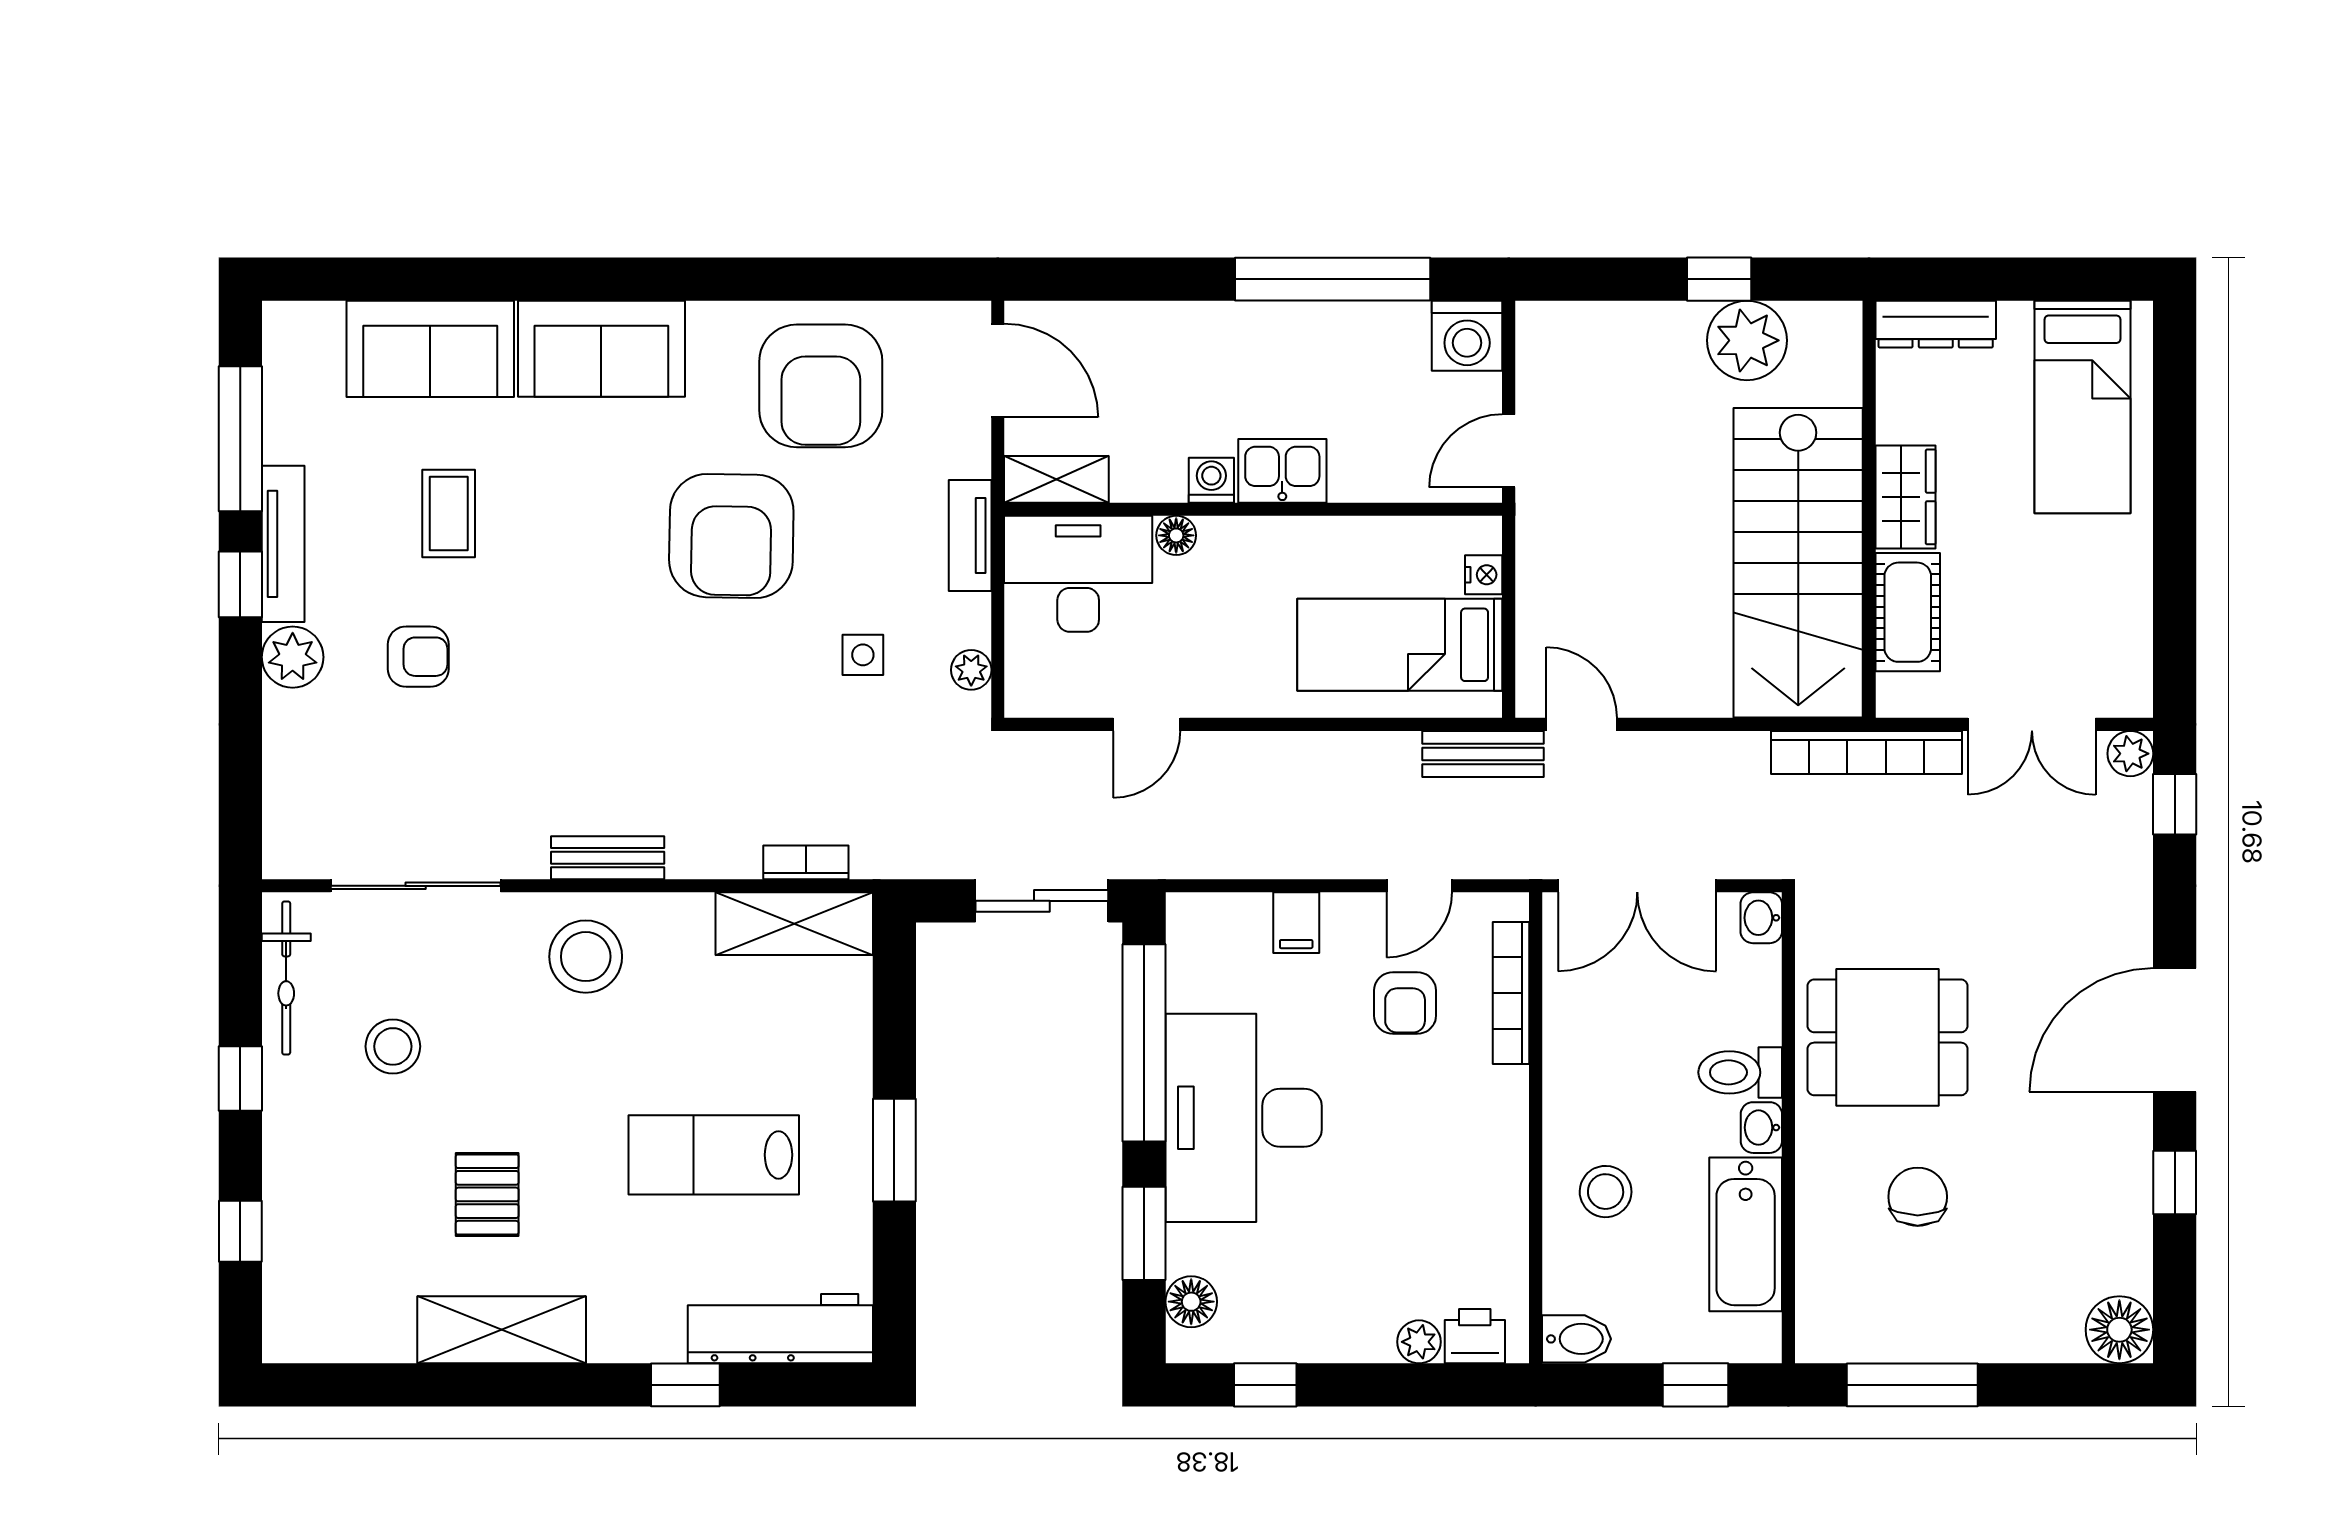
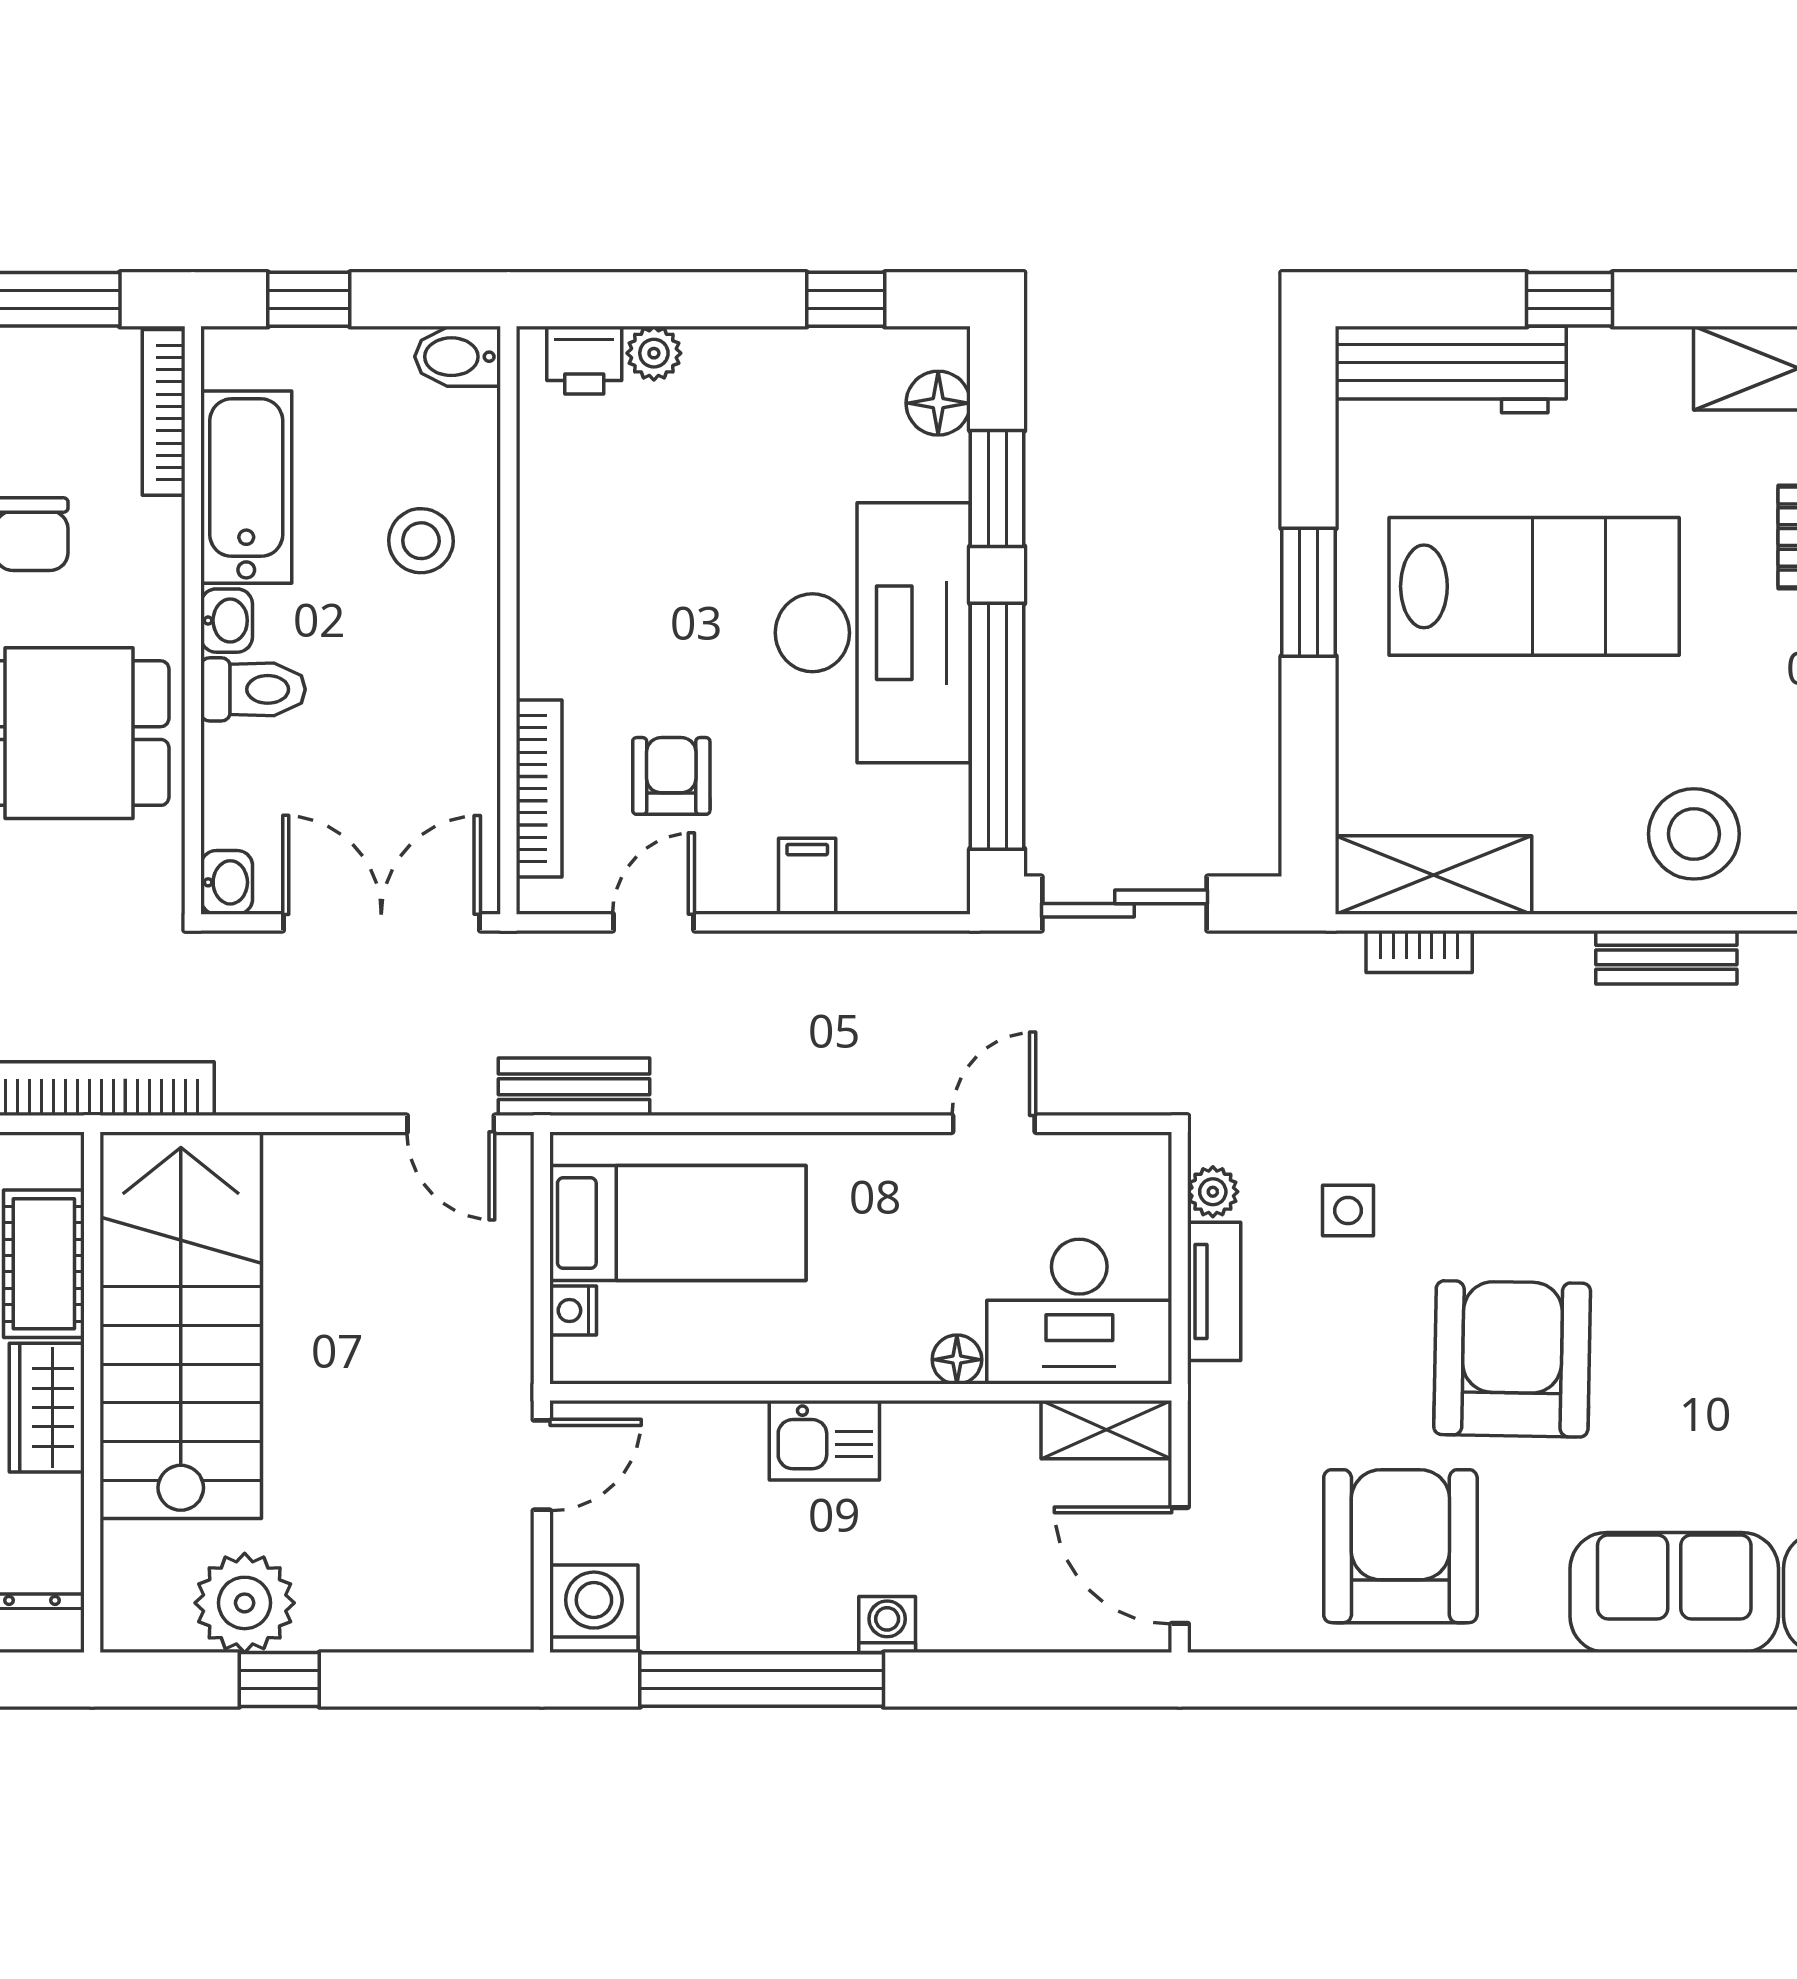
washing machine: (1211, 480) -> (887, 1625), moved, turned 180
tv unit: (970, 536) -> (1214, 1291), moved
lab bench: (714, 1155) -> (1534, 586), width x1.36, depth x1.39
bookcase: (1812, 1294) -> (164, 412), added

